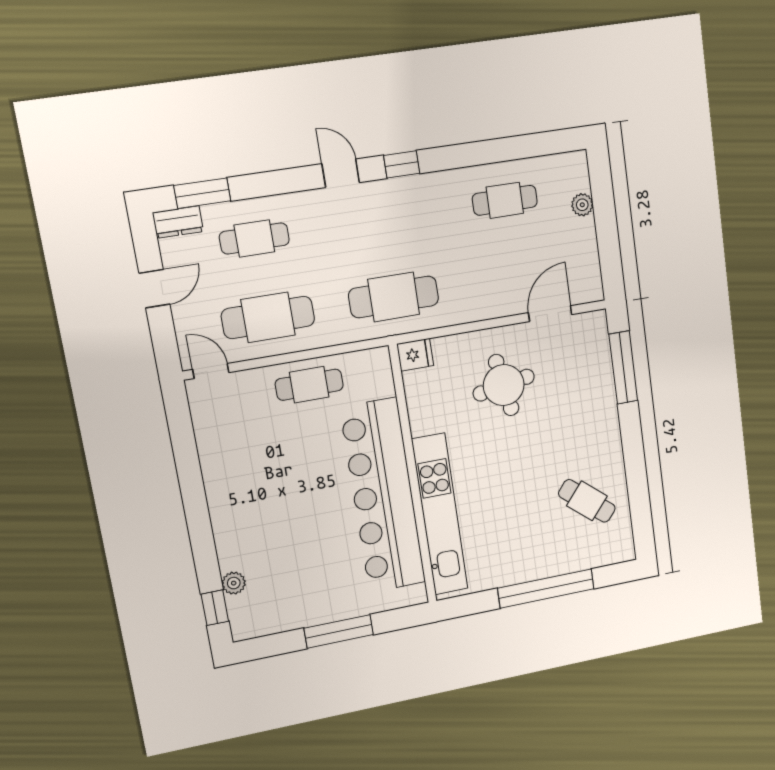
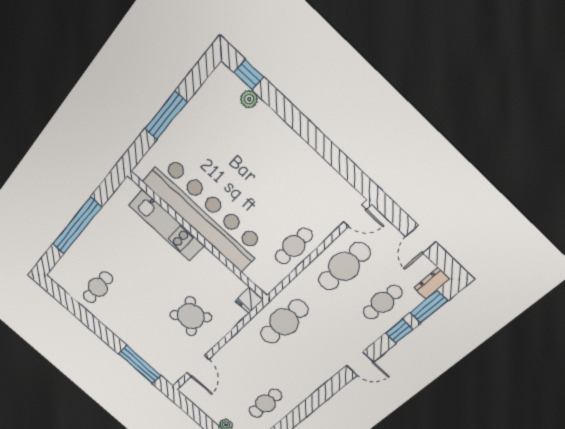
window: (402, 164) -> (399, 331), moved
round table: (504, 385) -> (191, 316), turned -32
cafe table: (587, 501) -> (98, 287), turned -40
kitchen unit: (440, 514) -> (166, 225), width x0.73

